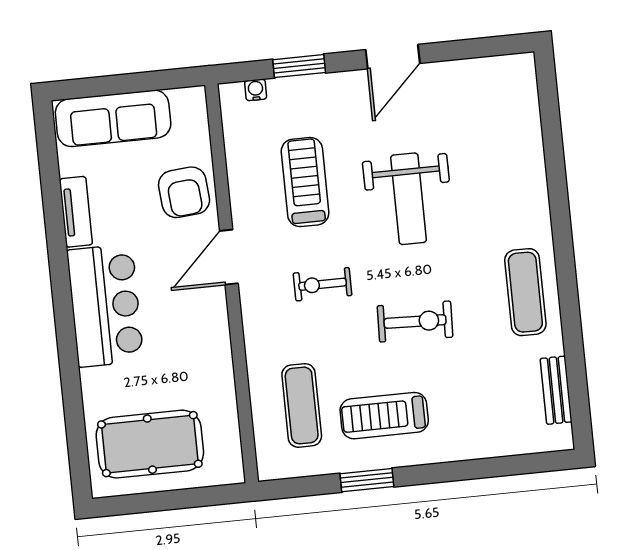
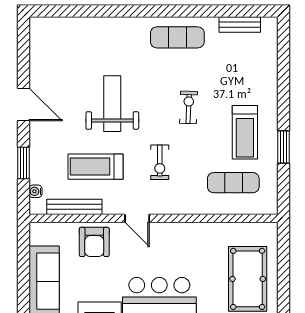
bench: (237, 155) -> (74, 207), added
armchair: (184, 192) -> (94, 242), turned 95
weight bench: (409, 199) -> (112, 104), turned -90
door: (229, 257) -> (137, 218), width x0.73
exercise bike: (415, 321) -> (189, 107), width x0.73, depth x0.72

